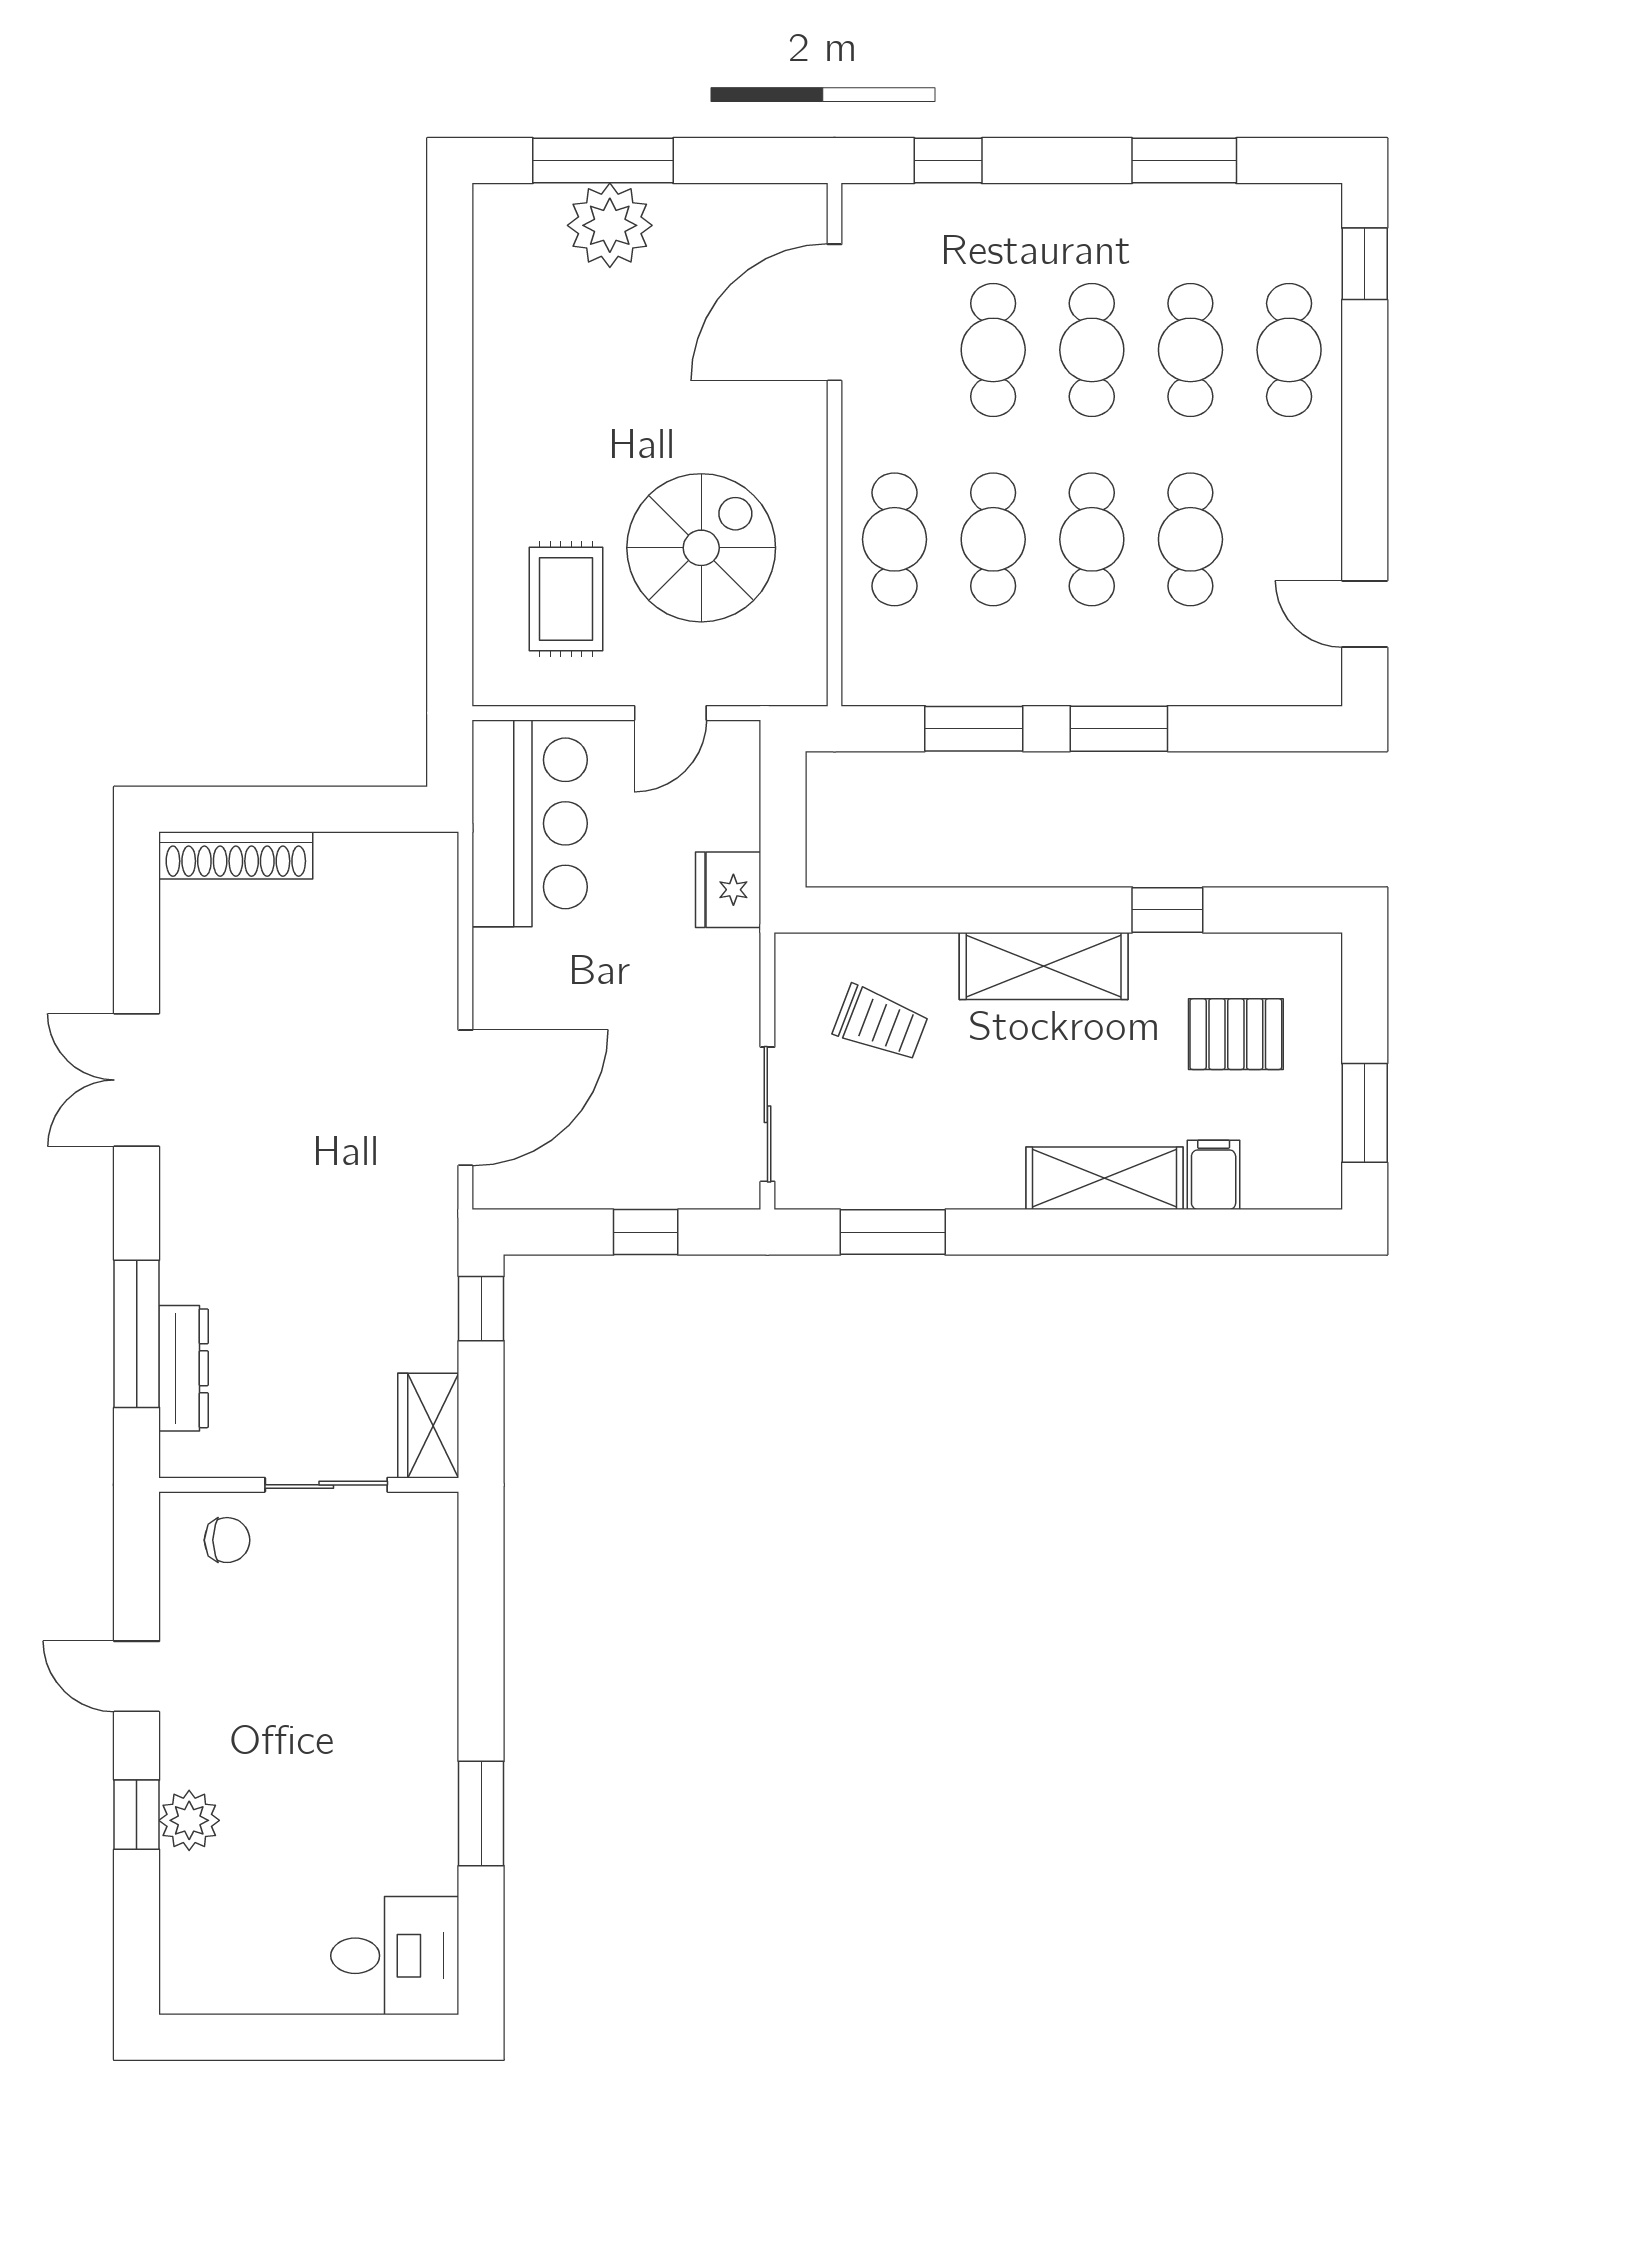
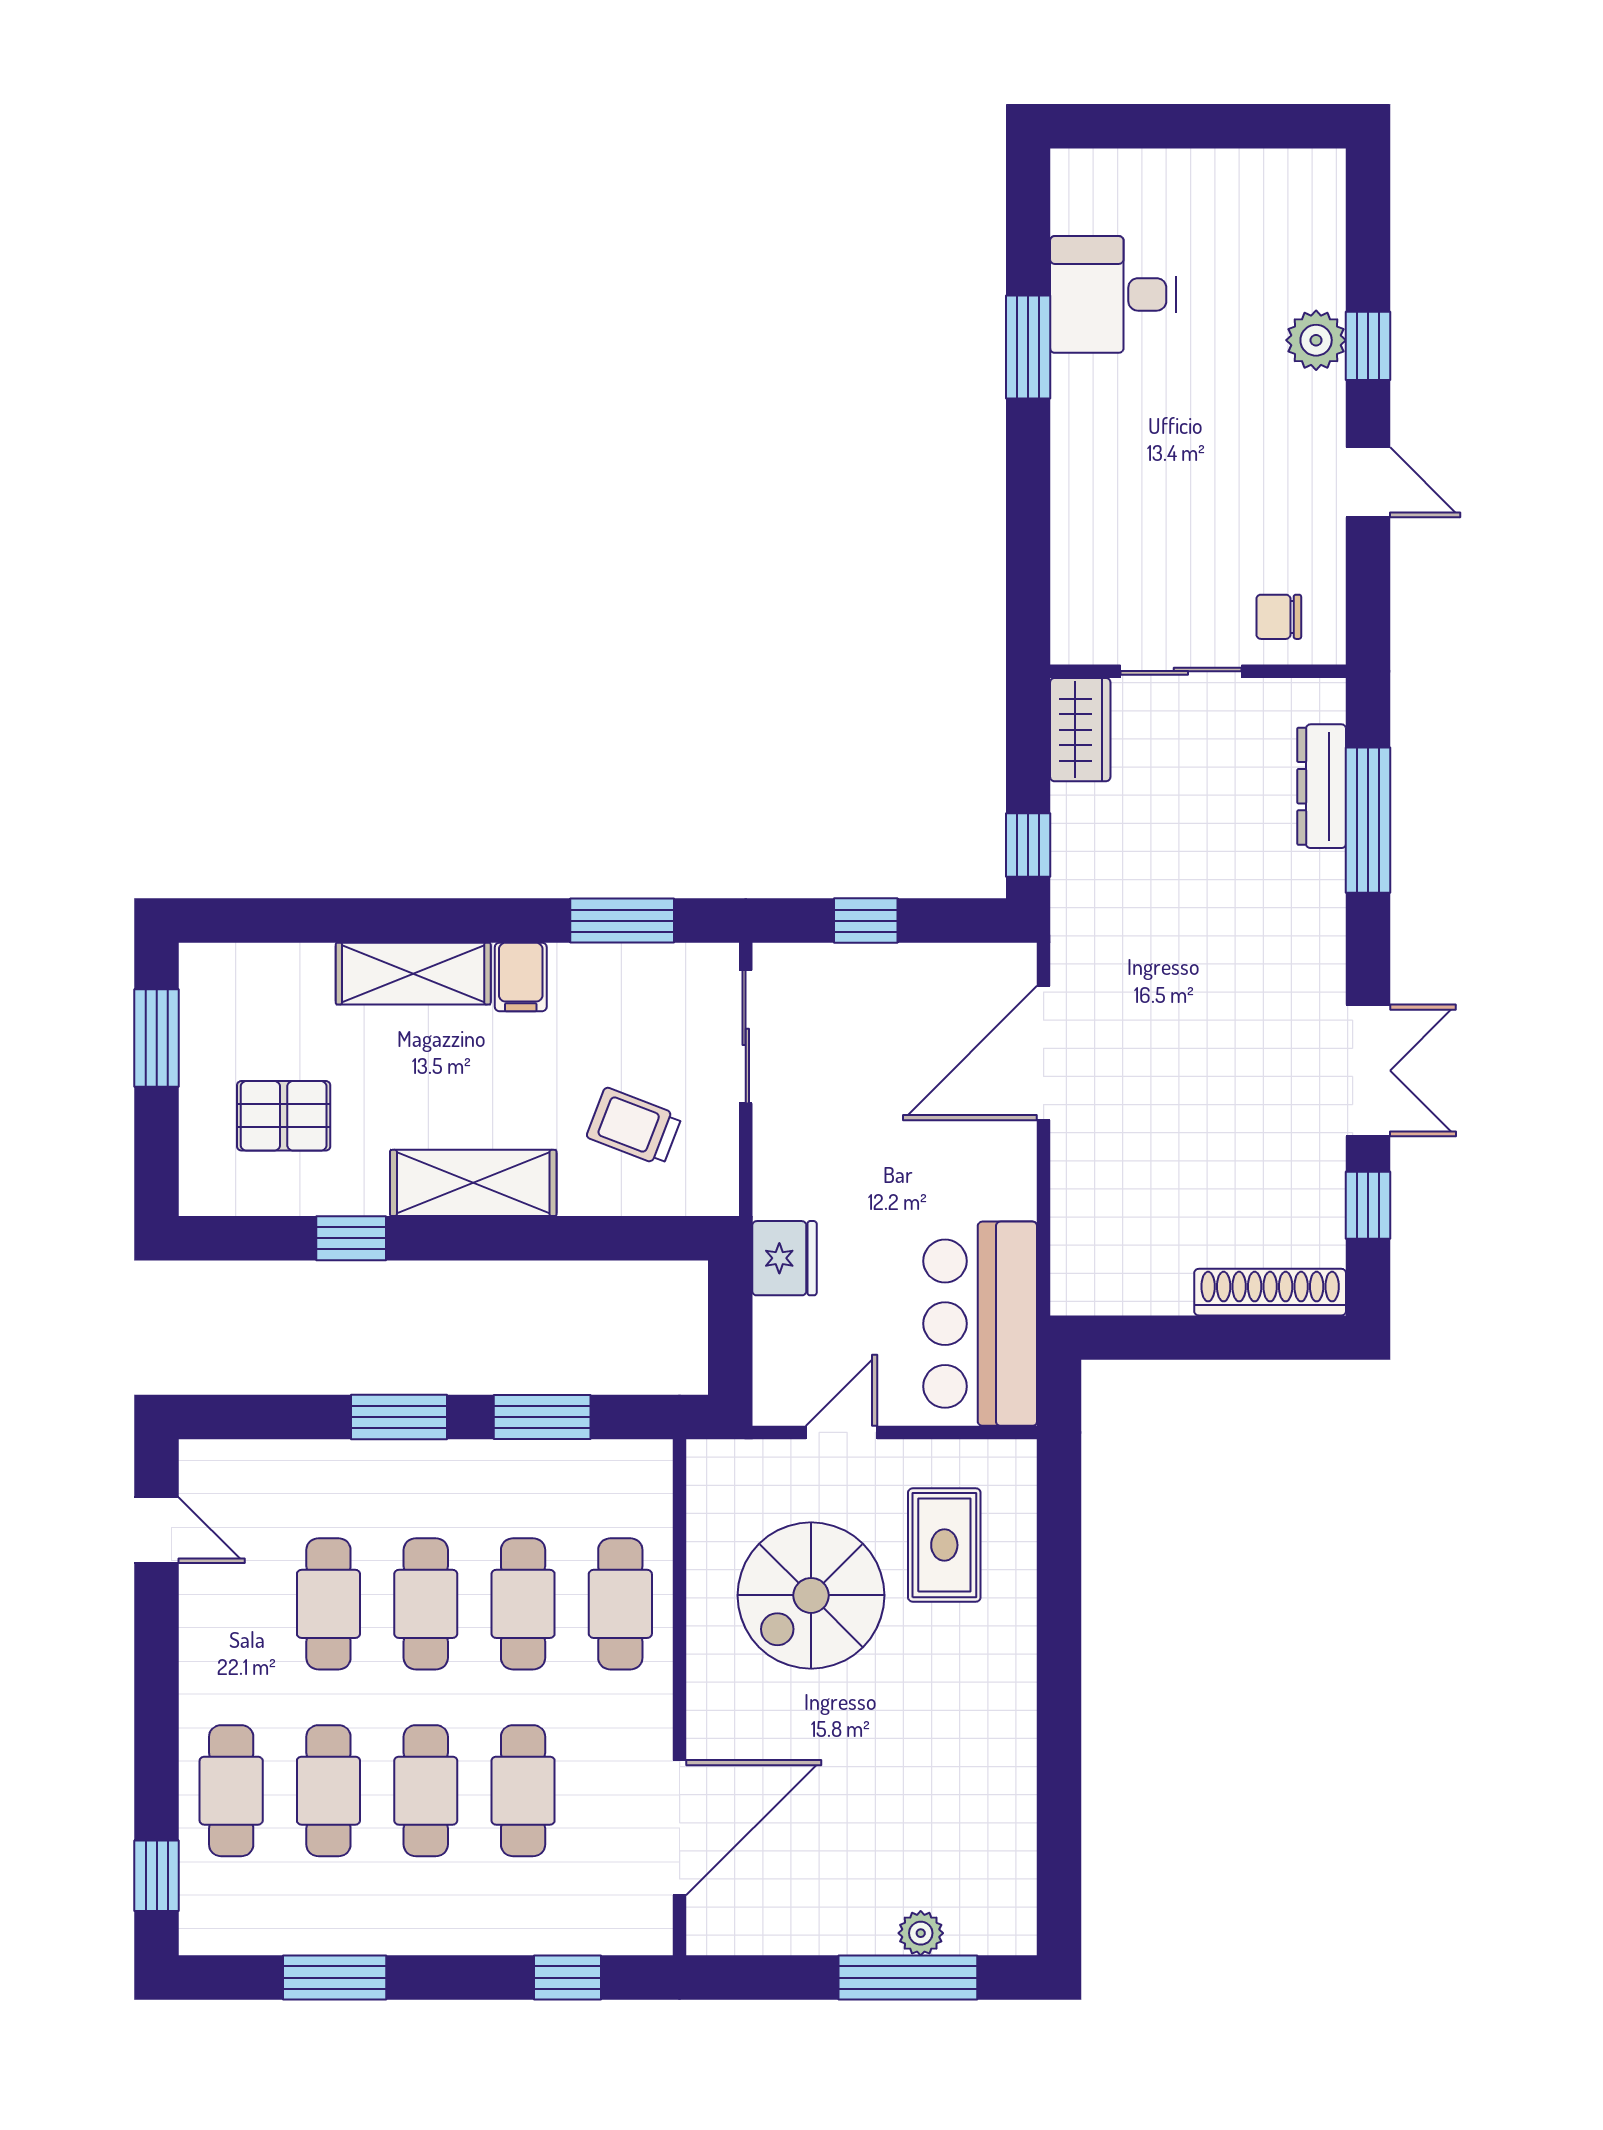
plant: (610, 225) -> (921, 1933), width x0.53, depth x0.53
window: (137, 943) -> (1368, 1205), added
filing cabinet: (1214, 1175) -> (521, 977), moved
desk: (395, 1956) -> (1113, 294), moved

